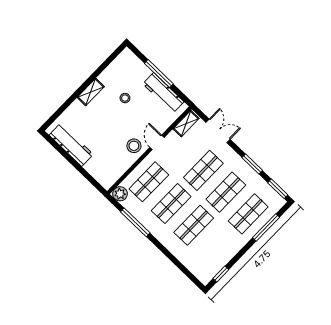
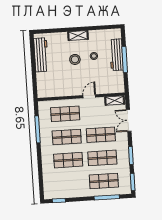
workbench: (163, 93) -> (116, 55), moved
double door: (218, 131) -> (129, 120), swing flipped
stool: (134, 146) -> (75, 59), moved
plant: (120, 194) -> (43, 106), removed

